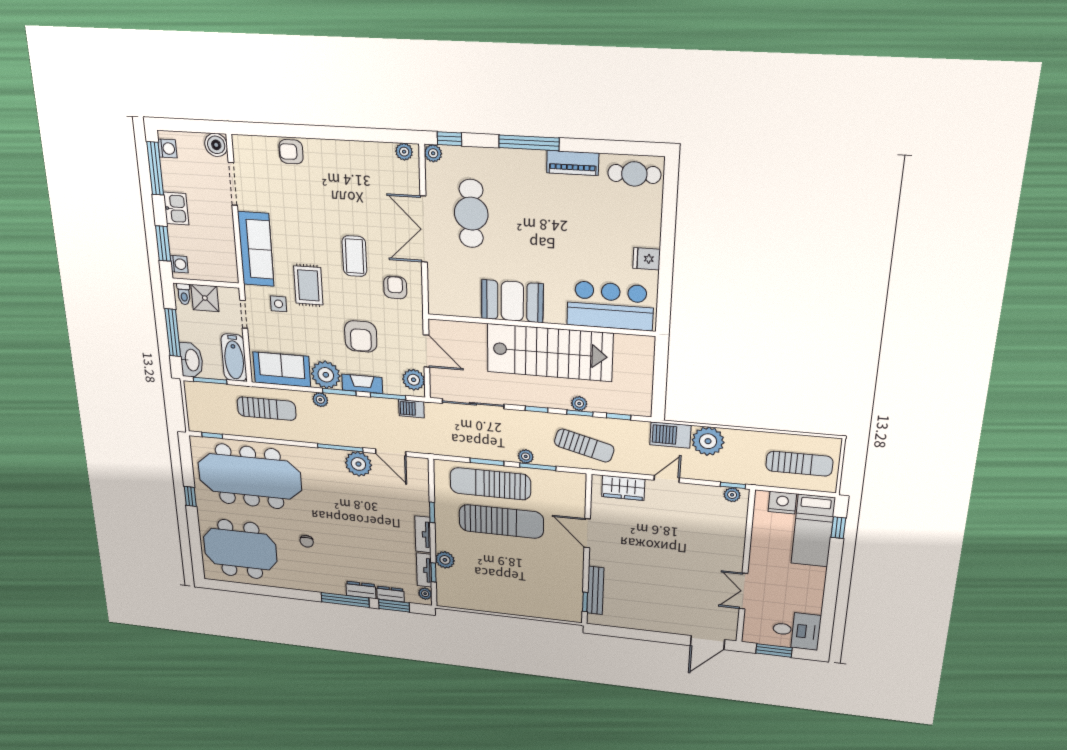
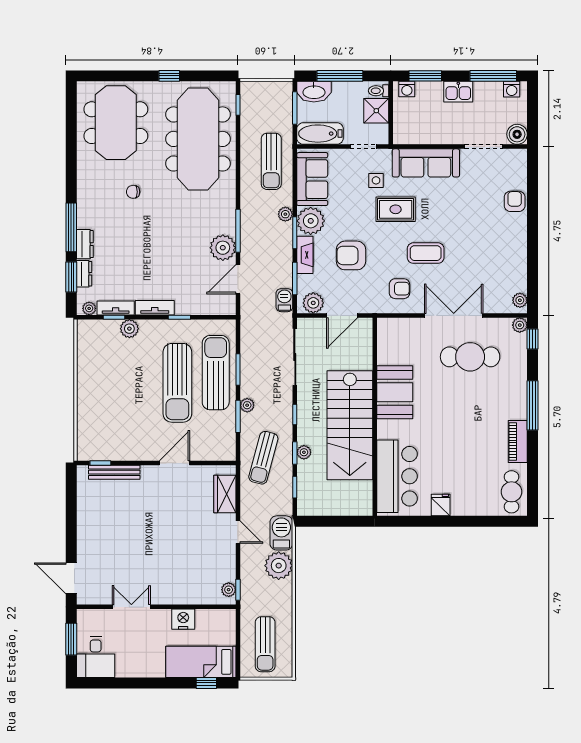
nightstand: (782, 503) -> (183, 619), moved, turned -90

